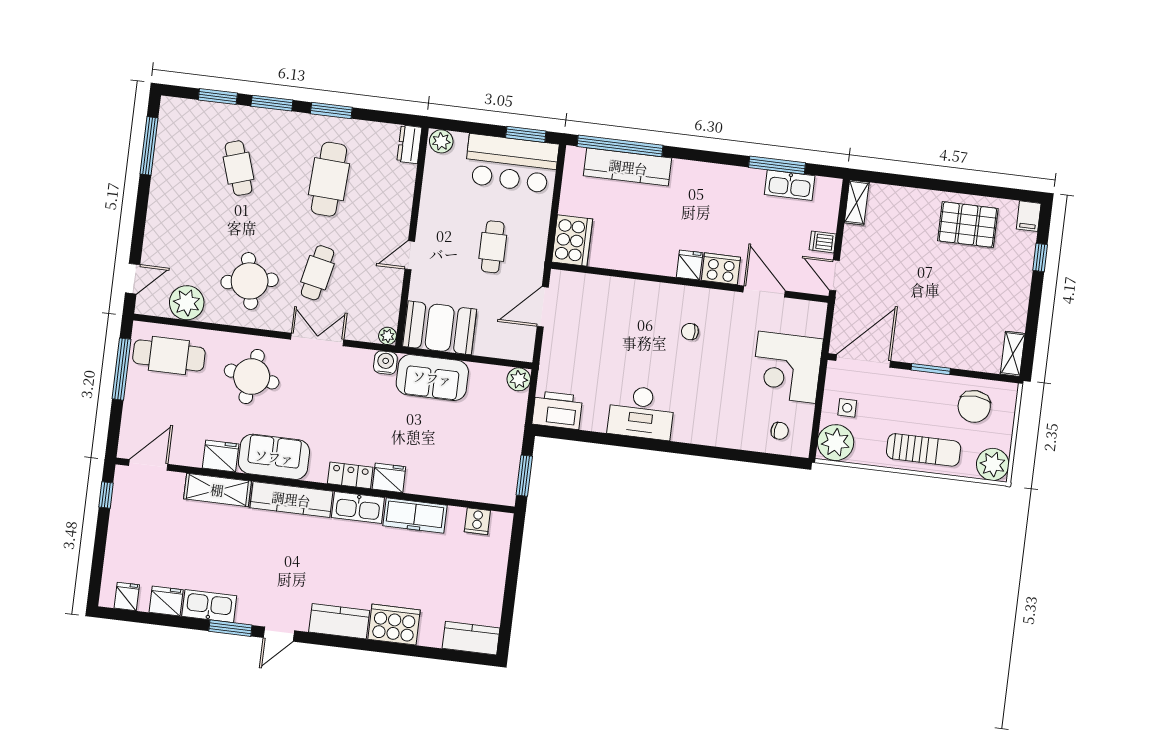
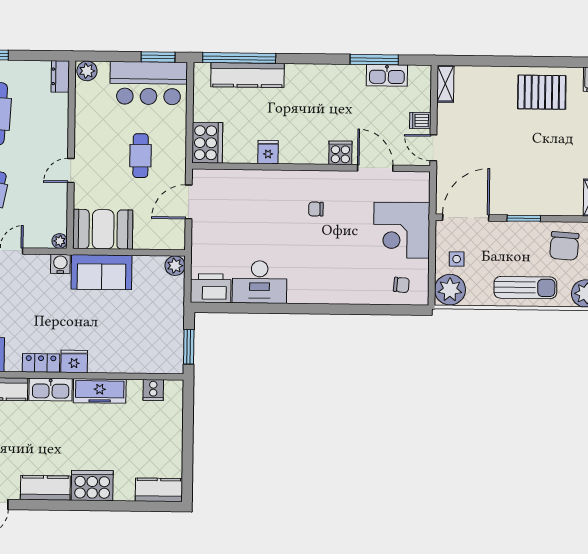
fridge: (690, 265) -> (268, 152), moved
cooker: (721, 269) -> (340, 153), width x0.73
desk: (641, 412) -> (260, 282), moved

